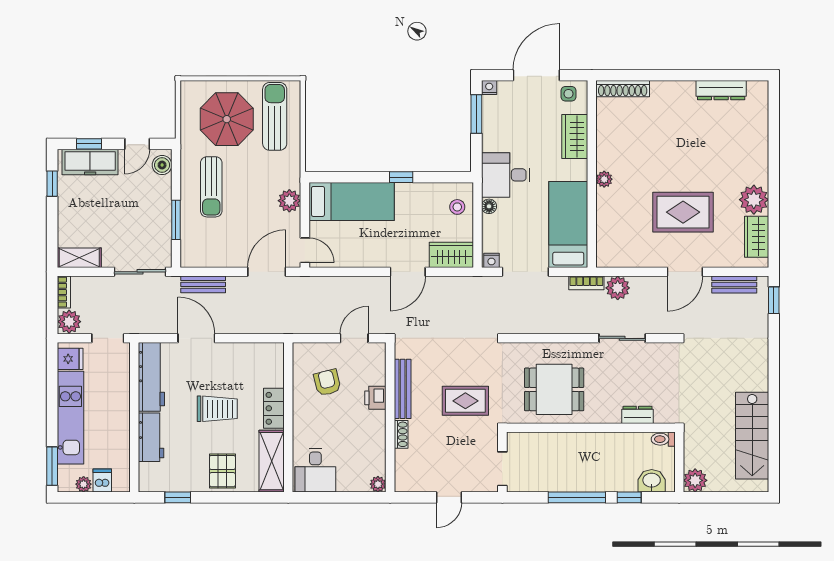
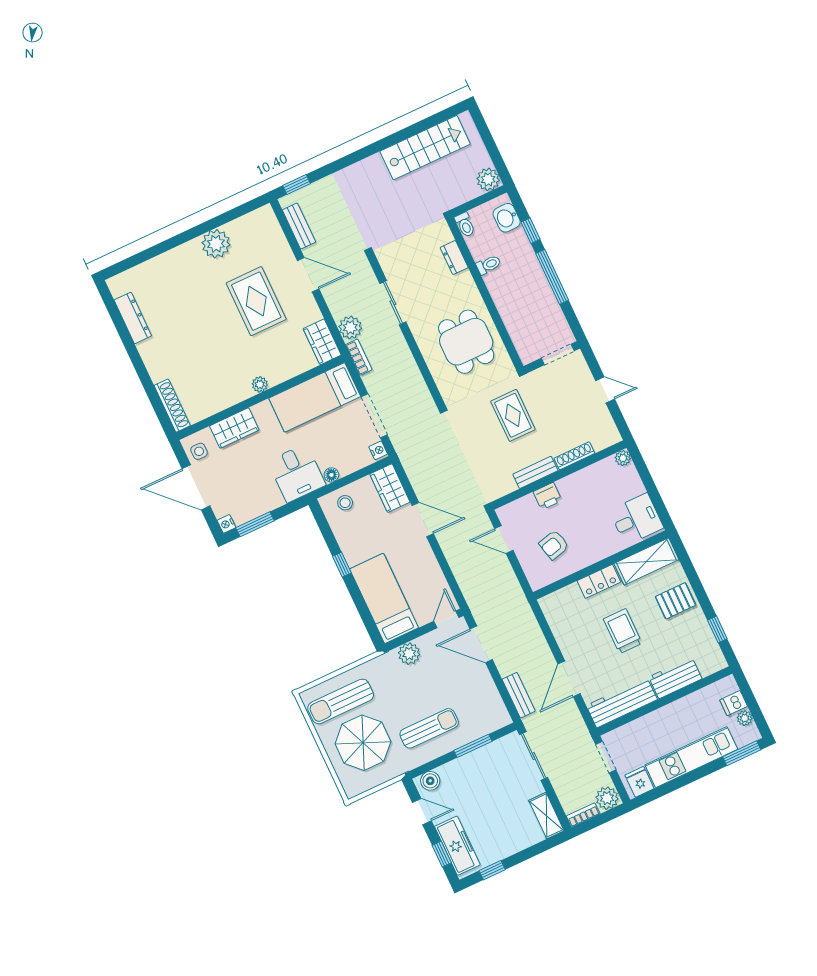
wardrobe: (757, 237) -> (322, 342), moved, turned 90
bench: (403, 389) -> (535, 472), width x0.73
shoe rack: (401, 434) -> (574, 456), width x1.43
toilet: (616, 444) -> (489, 265), added

